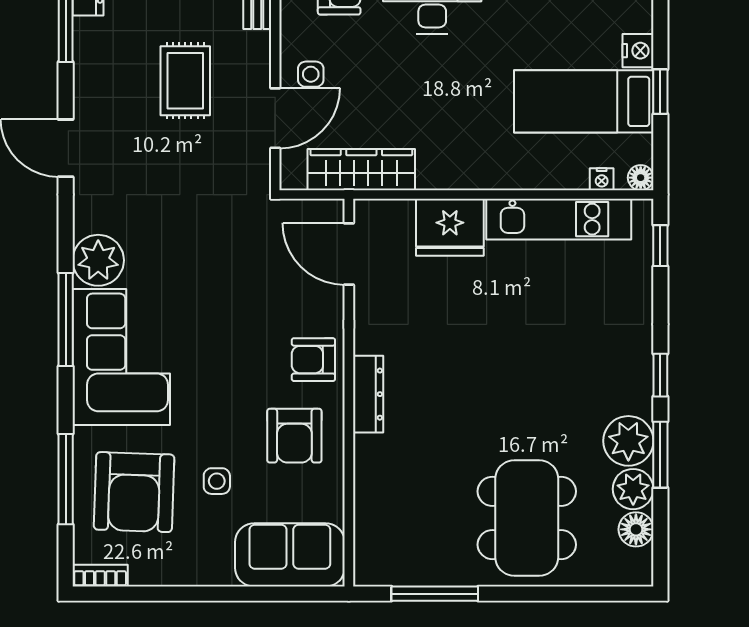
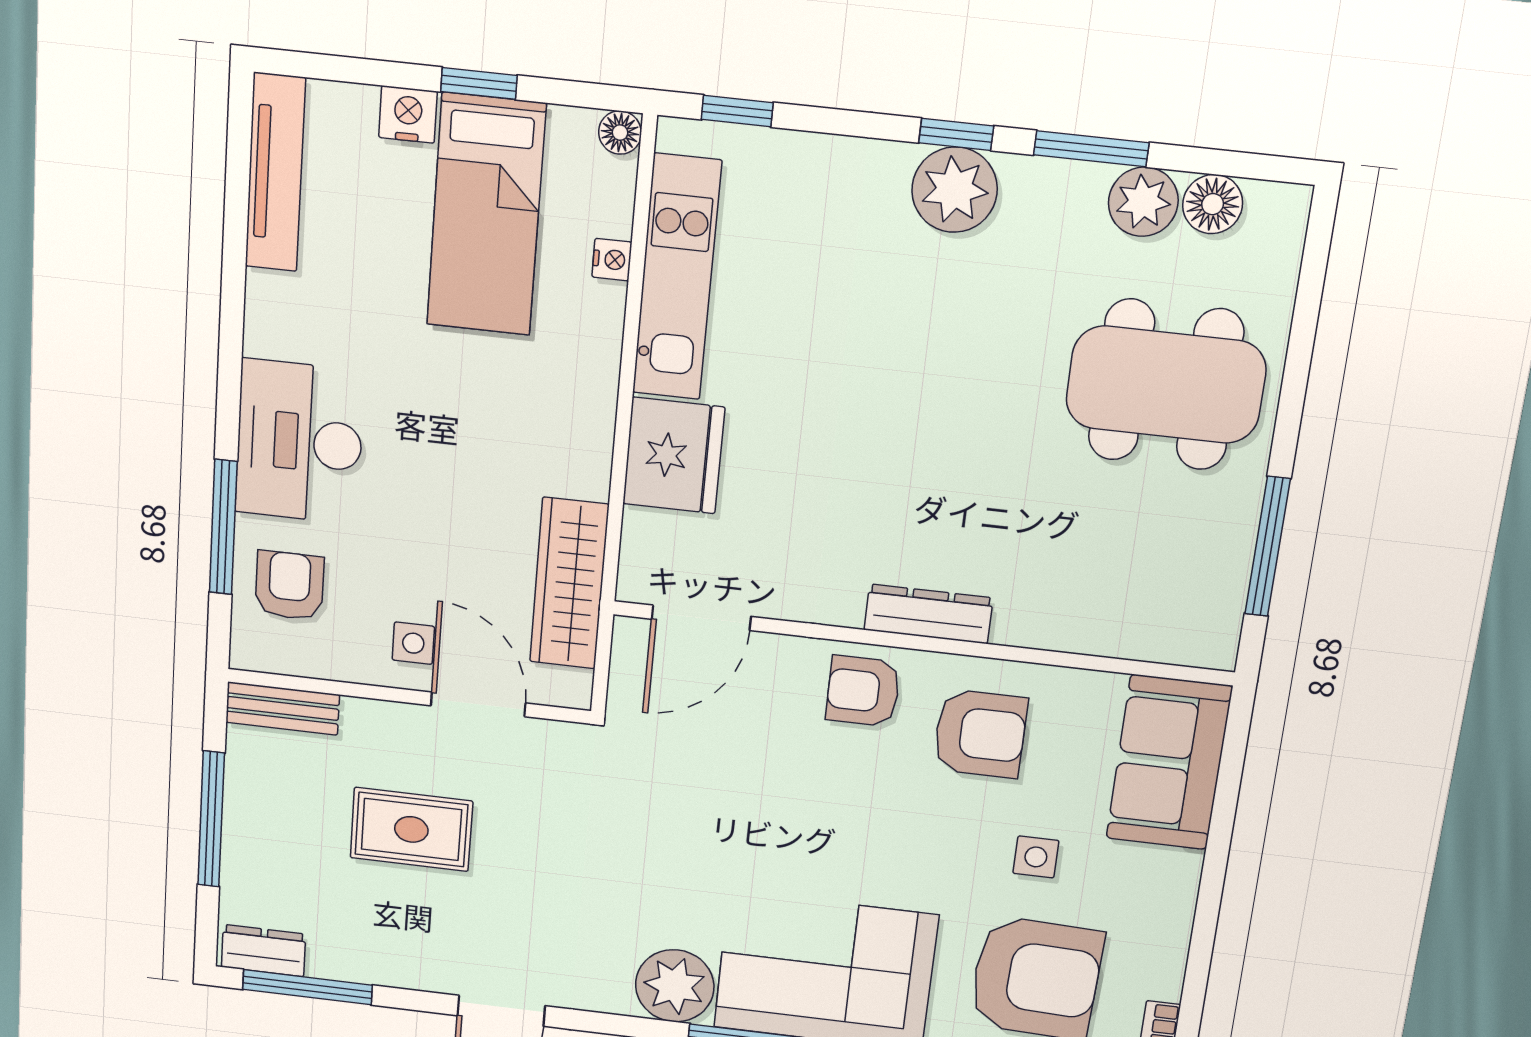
nightstand: (602, 179) -> (612, 260), moved
armchair: (313, 360) -> (863, 691), turned 90
plant: (628, 441) -> (955, 190), moved

